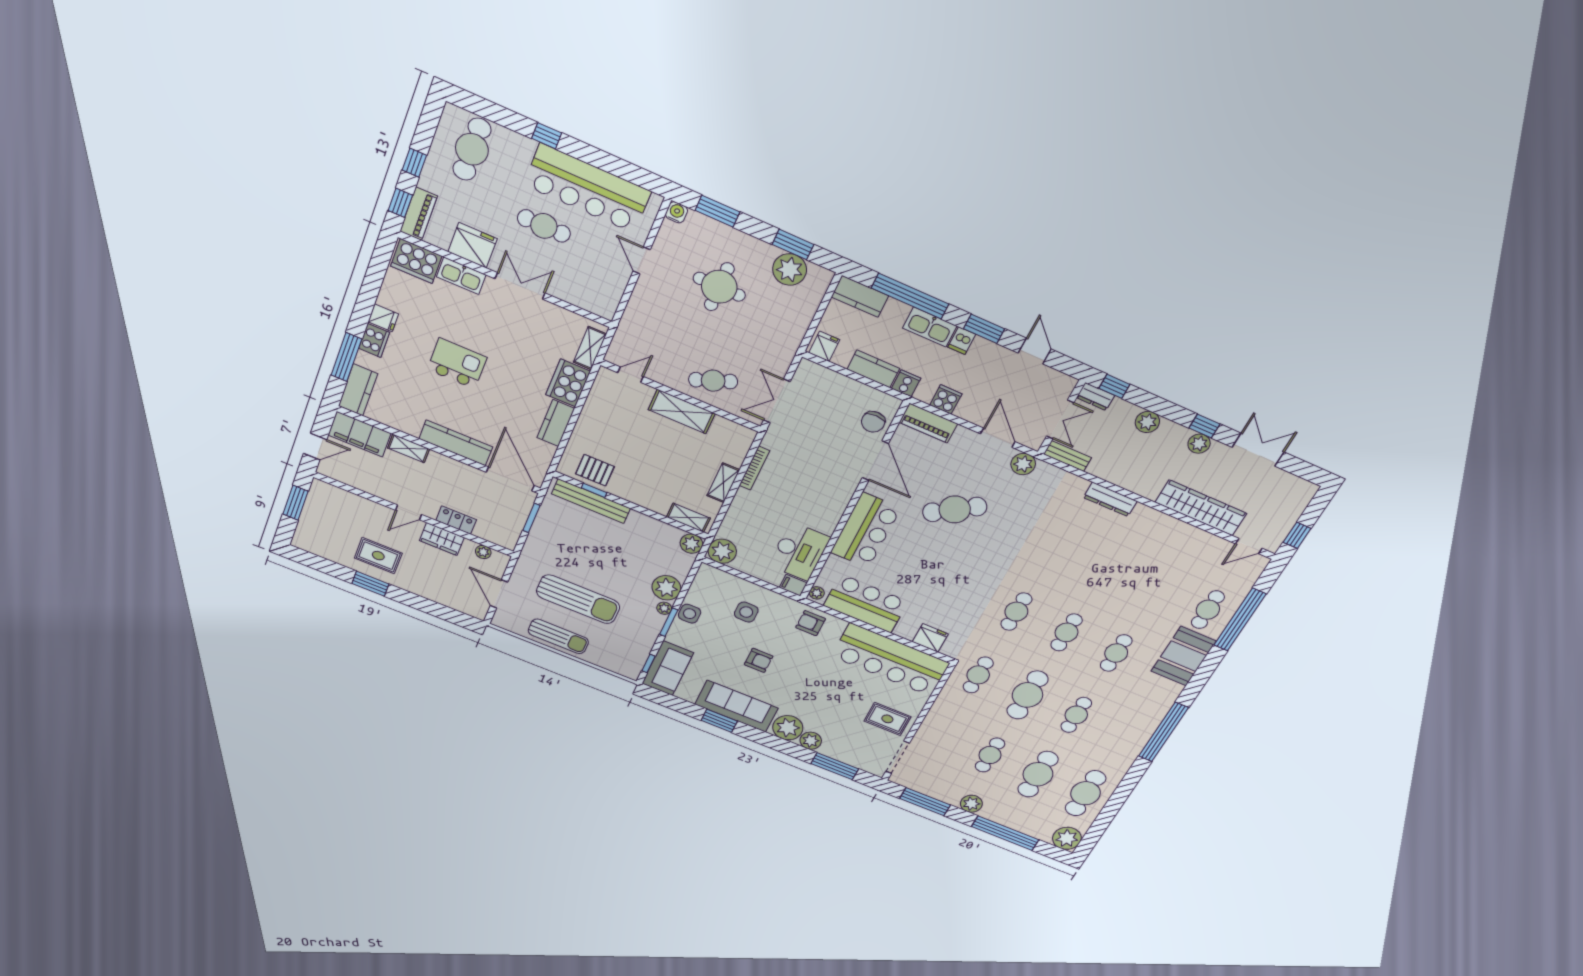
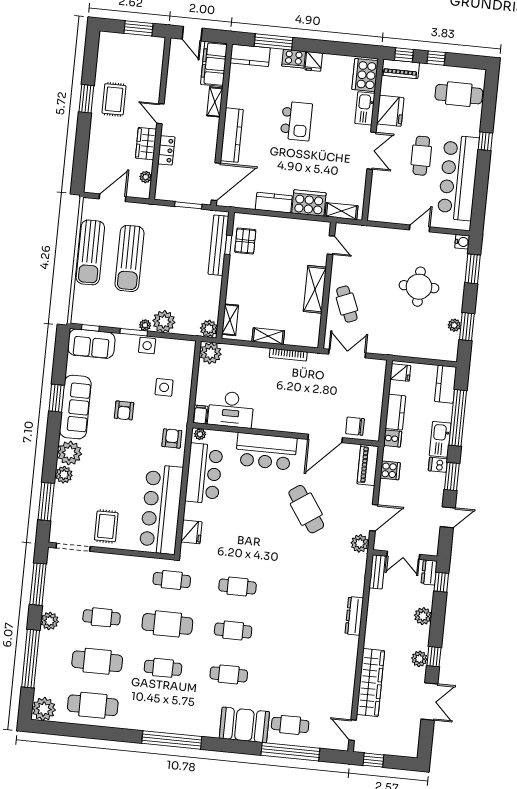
plant: (790, 270) -> (454, 325), width x0.53, depth x0.53
sun lounger: (558, 636) -> (90, 252), width x1.36, depth x1.34

